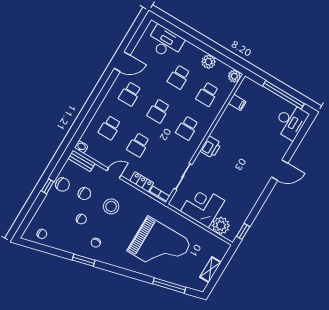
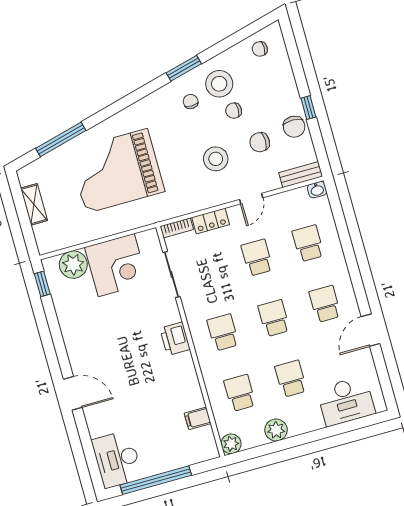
door: (280, 170) -> (73, 393), swing flipped
chair: (62, 185) -> (294, 127), turned -90
stool: (75, 237) -> (219, 84), added

